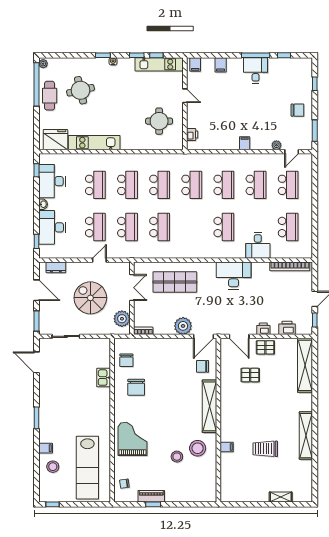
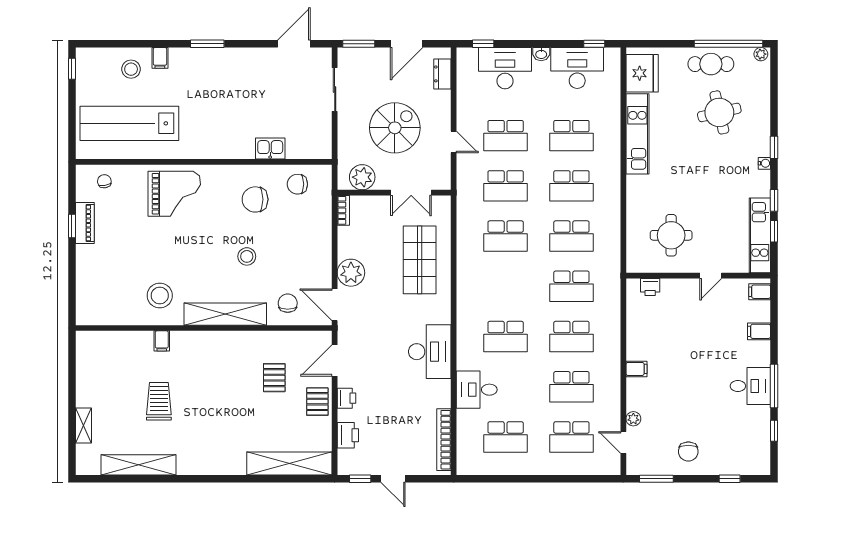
shelving: (306, 436) -> (138, 465), moved
stool: (177, 457) -> (247, 256), moved

